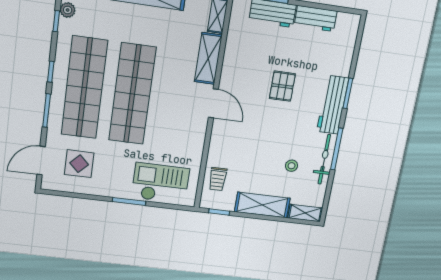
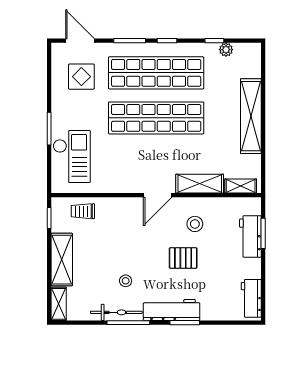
workbench: (316, 18) -> (251, 298), moved
stool: (249, 69) -> (195, 224), added
stool: (291, 166) -> (126, 281), moved

